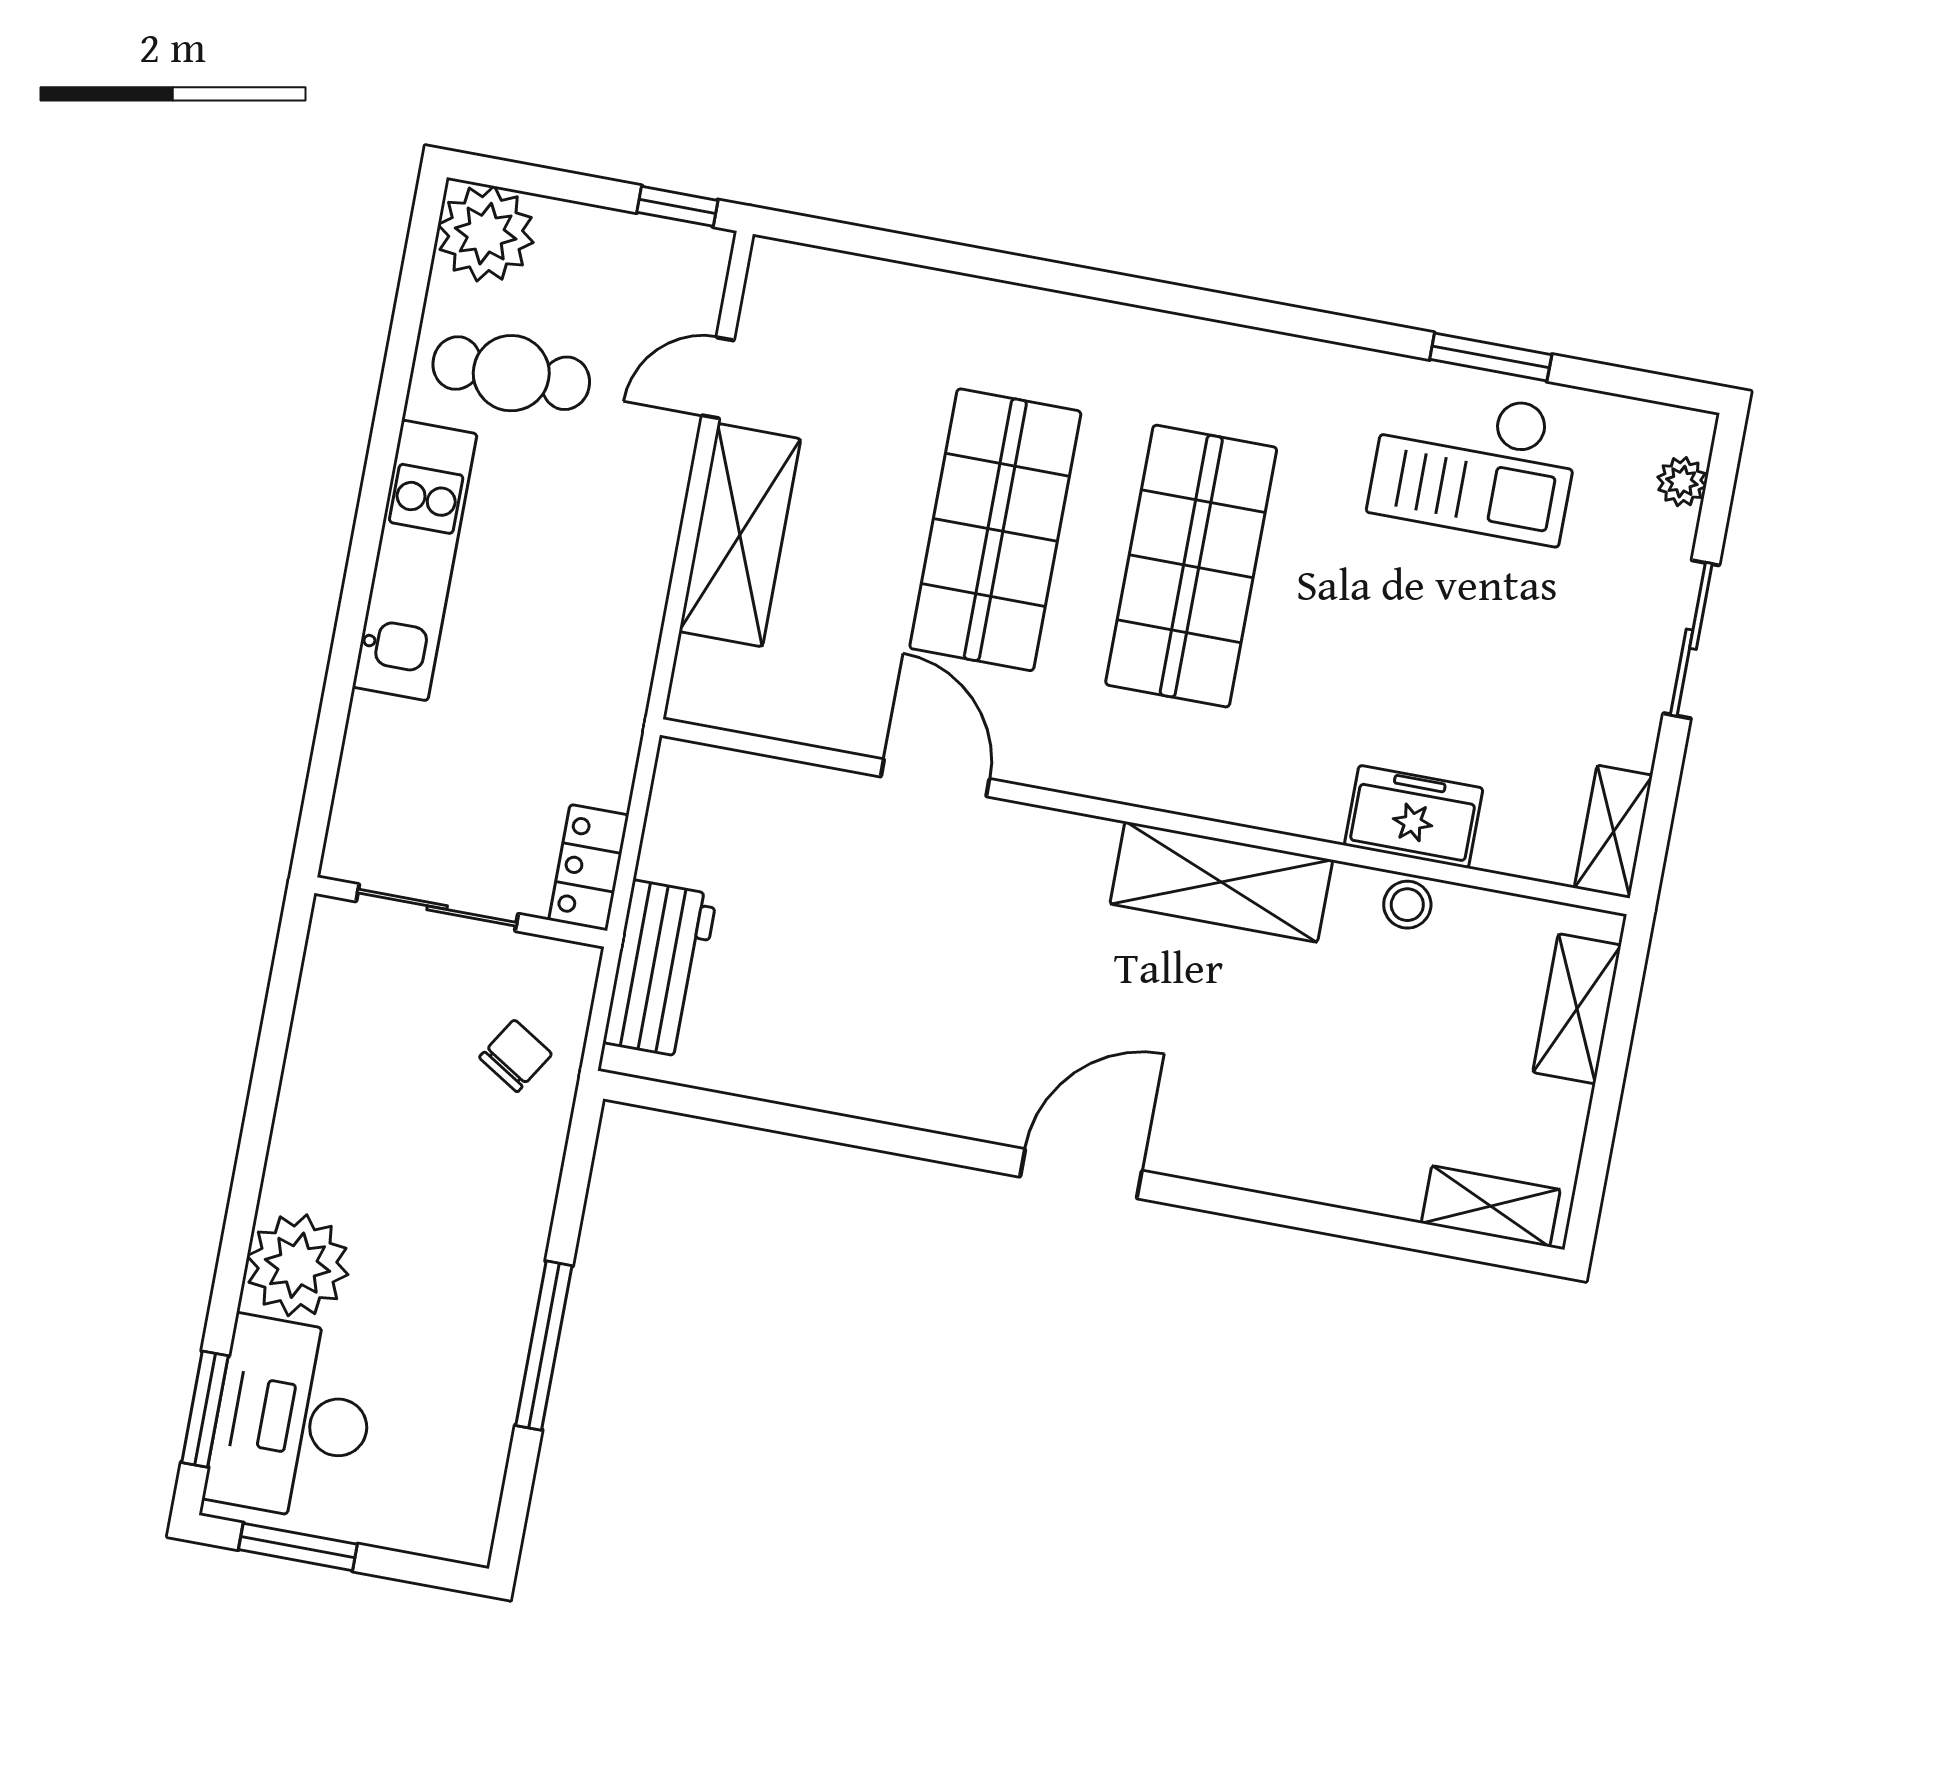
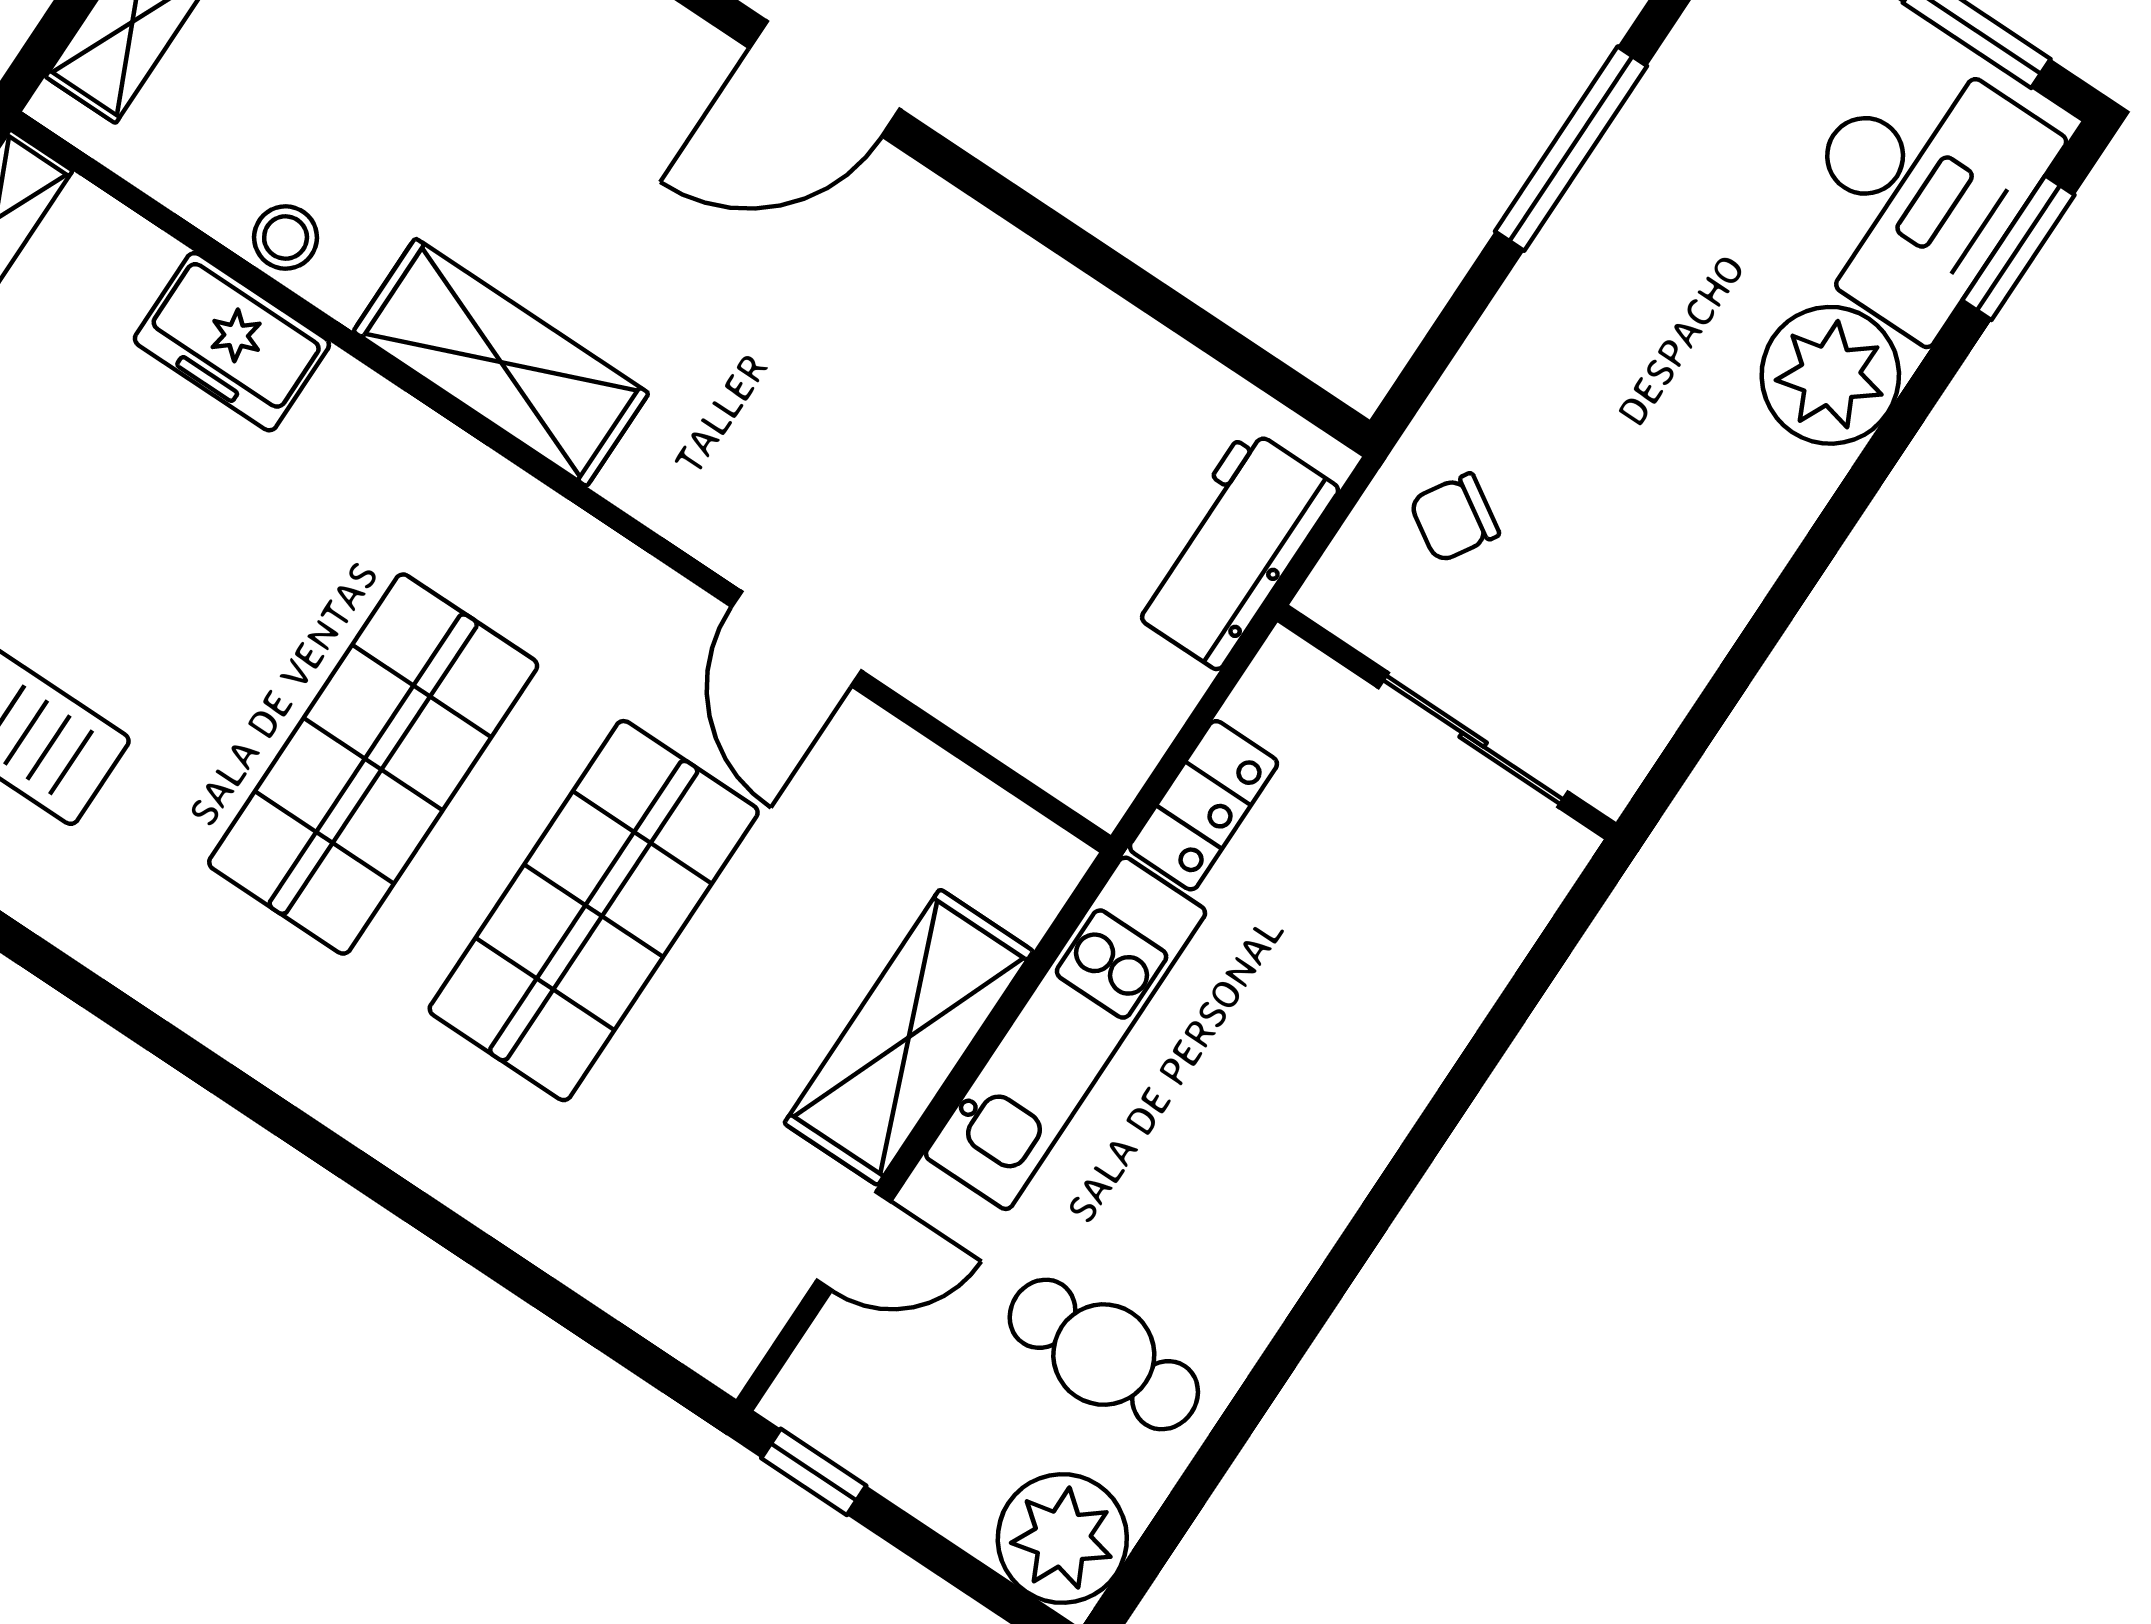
kitchen unit: (415, 560) -> (1065, 1033), moved, turned 180
locker: (589, 868) -> (1203, 805), moved

